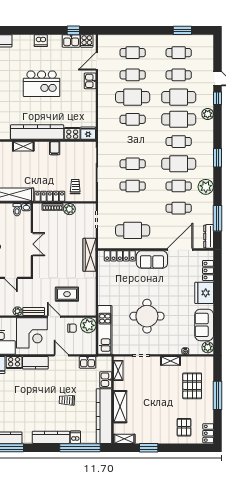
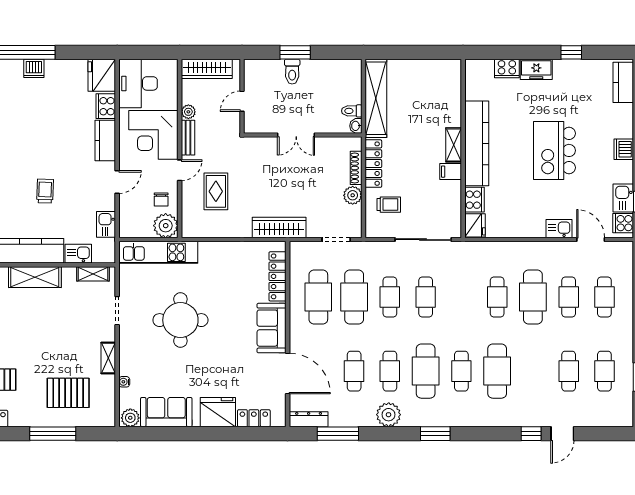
cafe table: (179, 97) -> (354, 297), moved
plant: (208, 114) -> (506, 418), removed
shelving: (23, 146) -> (454, 145), moved

